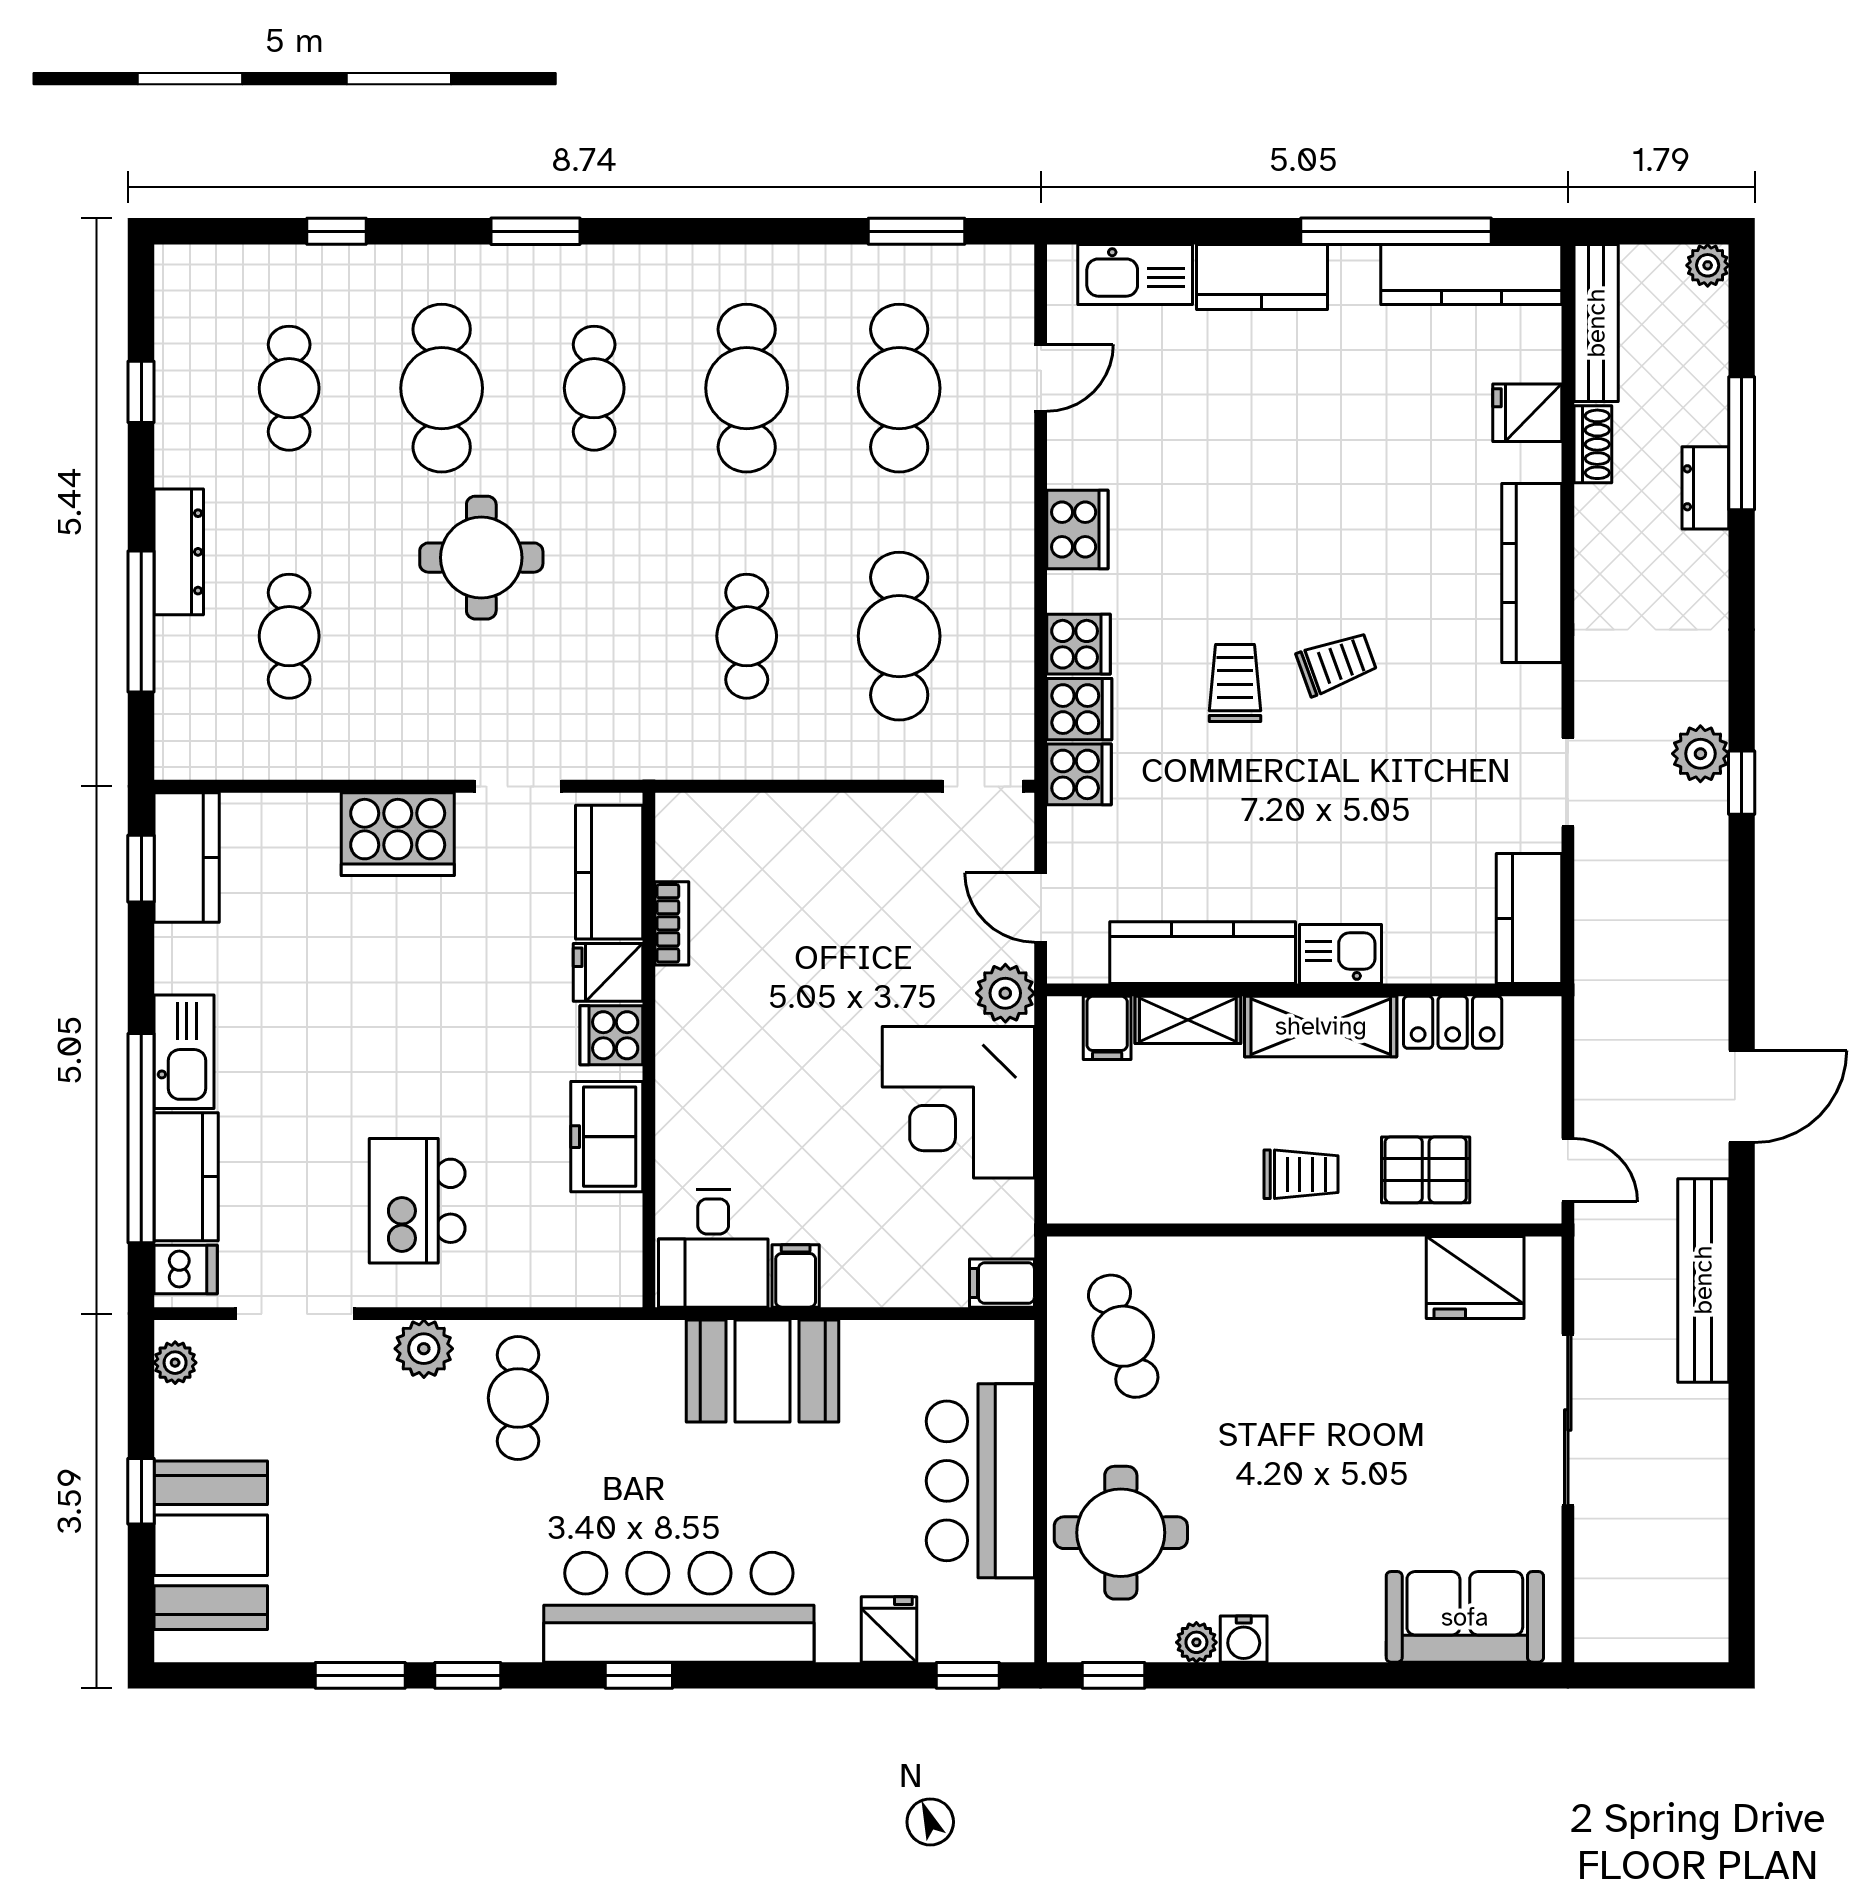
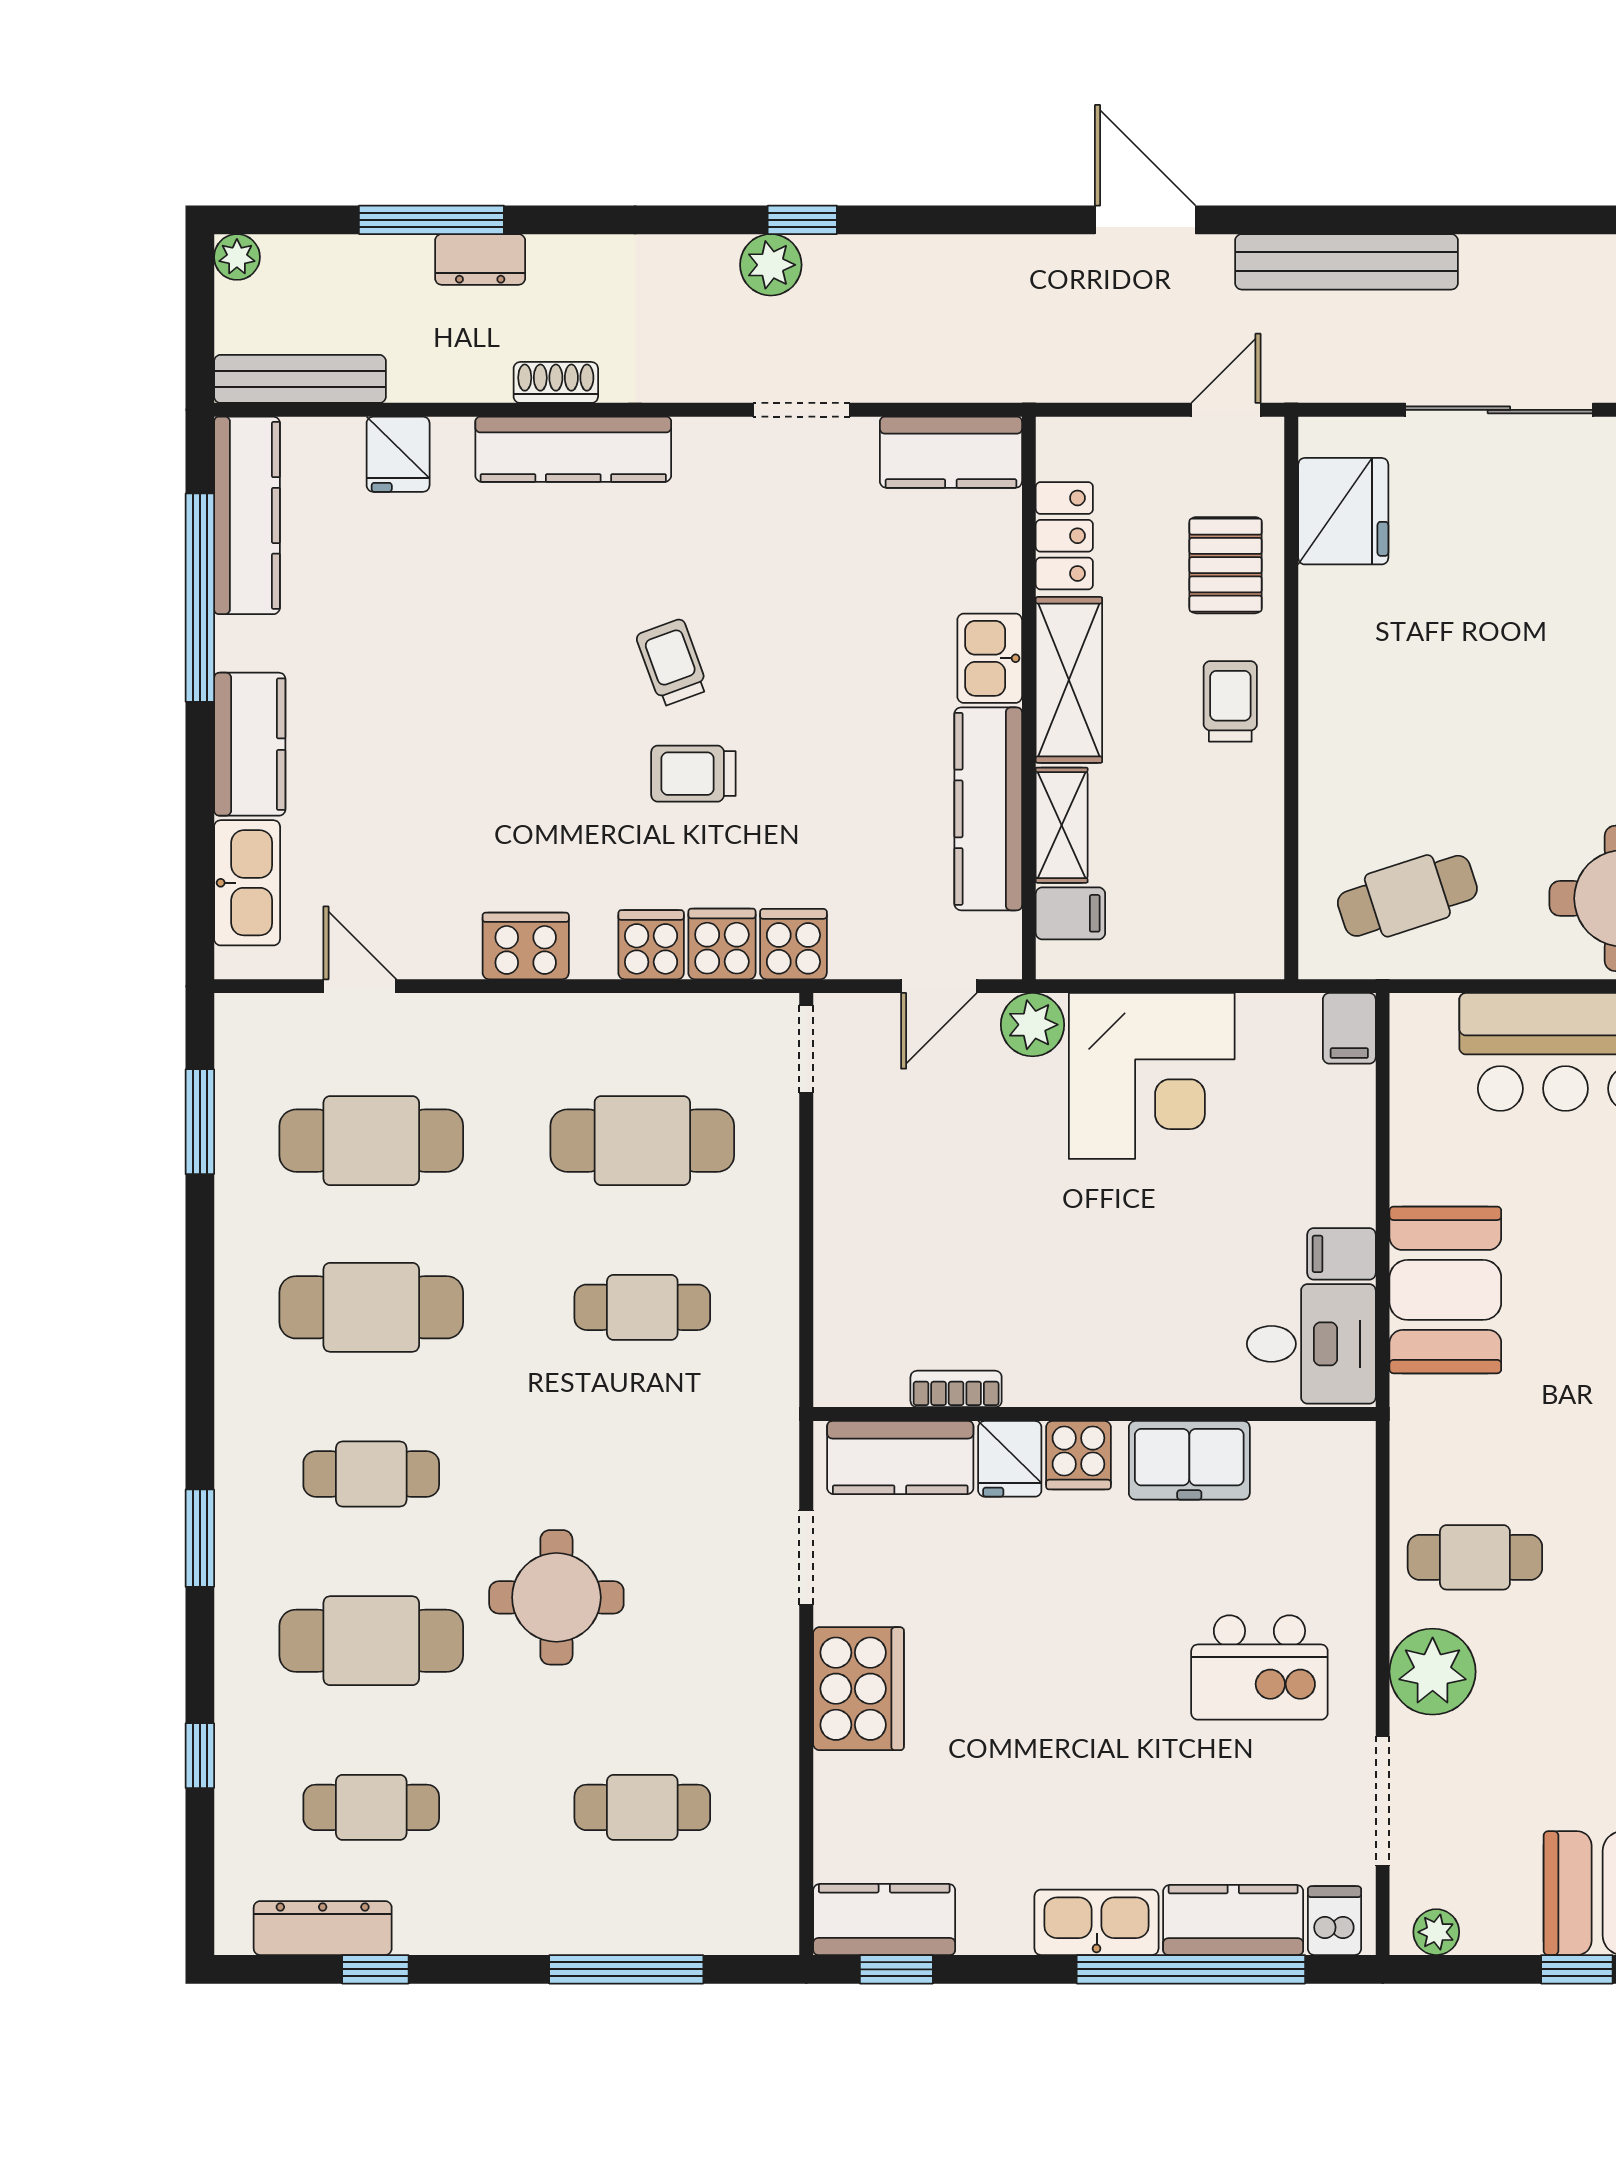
shoe rack: (1593, 444) -> (556, 382), moved
dresser: (179, 552) -> (323, 1928), moved
plant: (424, 1349) -> (1433, 1672), width x1.36, depth x1.36

